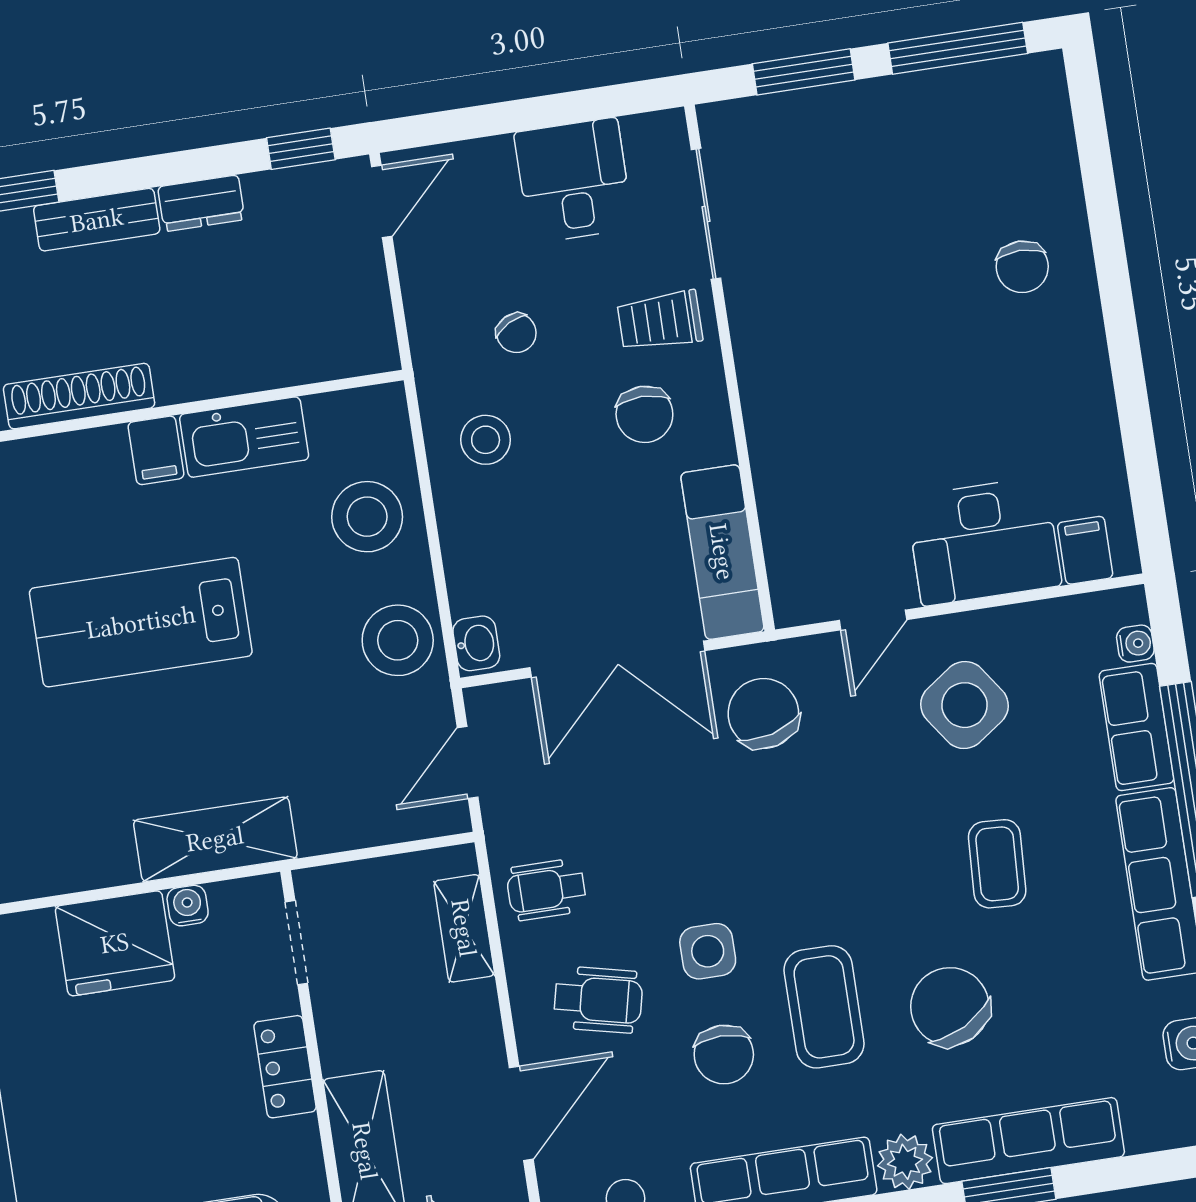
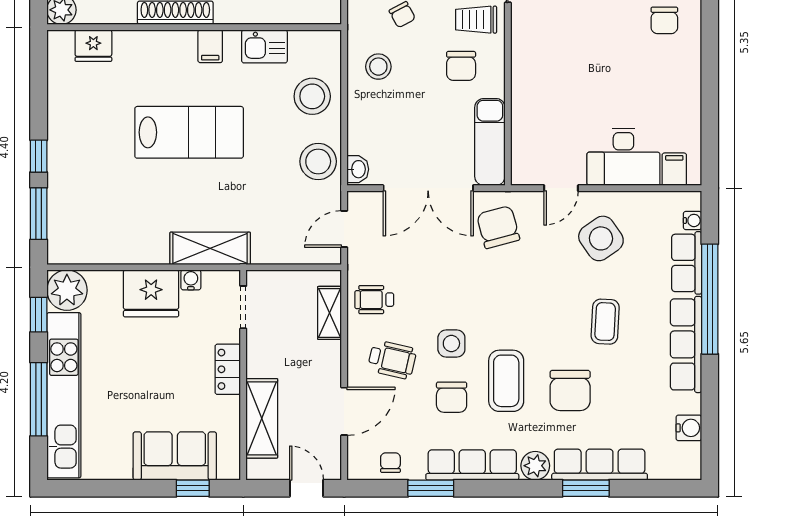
kitchen sink: (244, 437) -> (264, 46), width x0.73
lab bench: (141, 622) -> (189, 132), turned 180
chair: (950, 1007) -> (570, 390), turned -152

